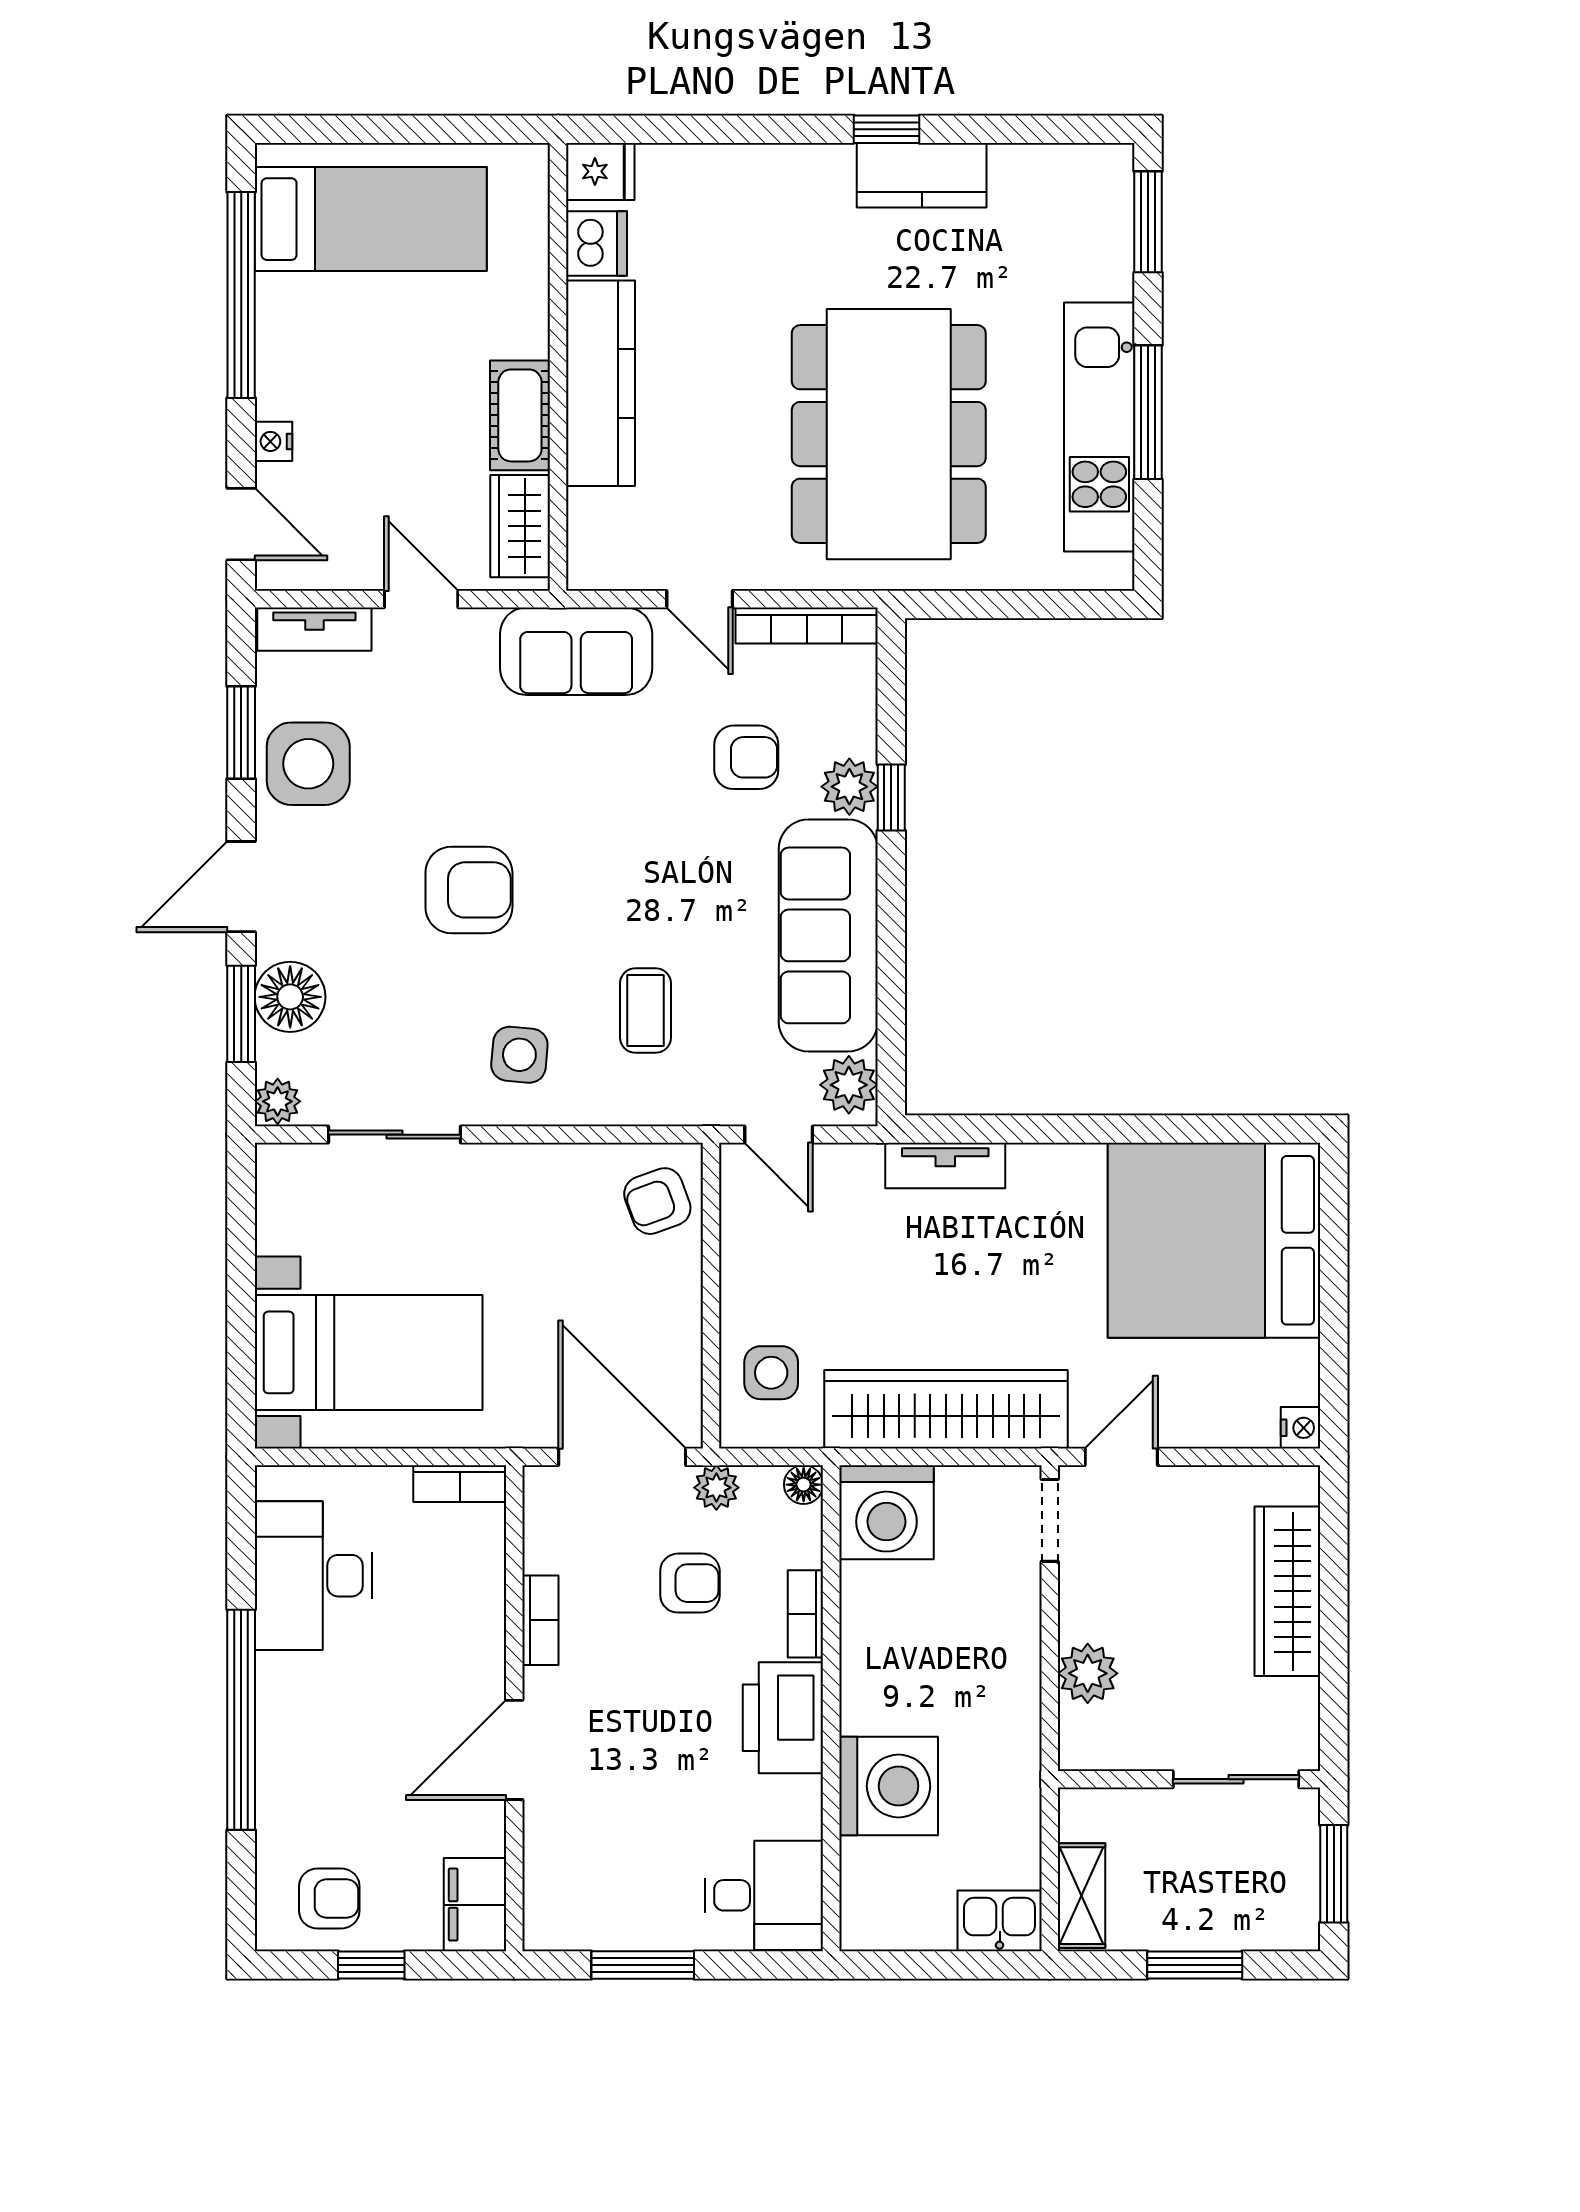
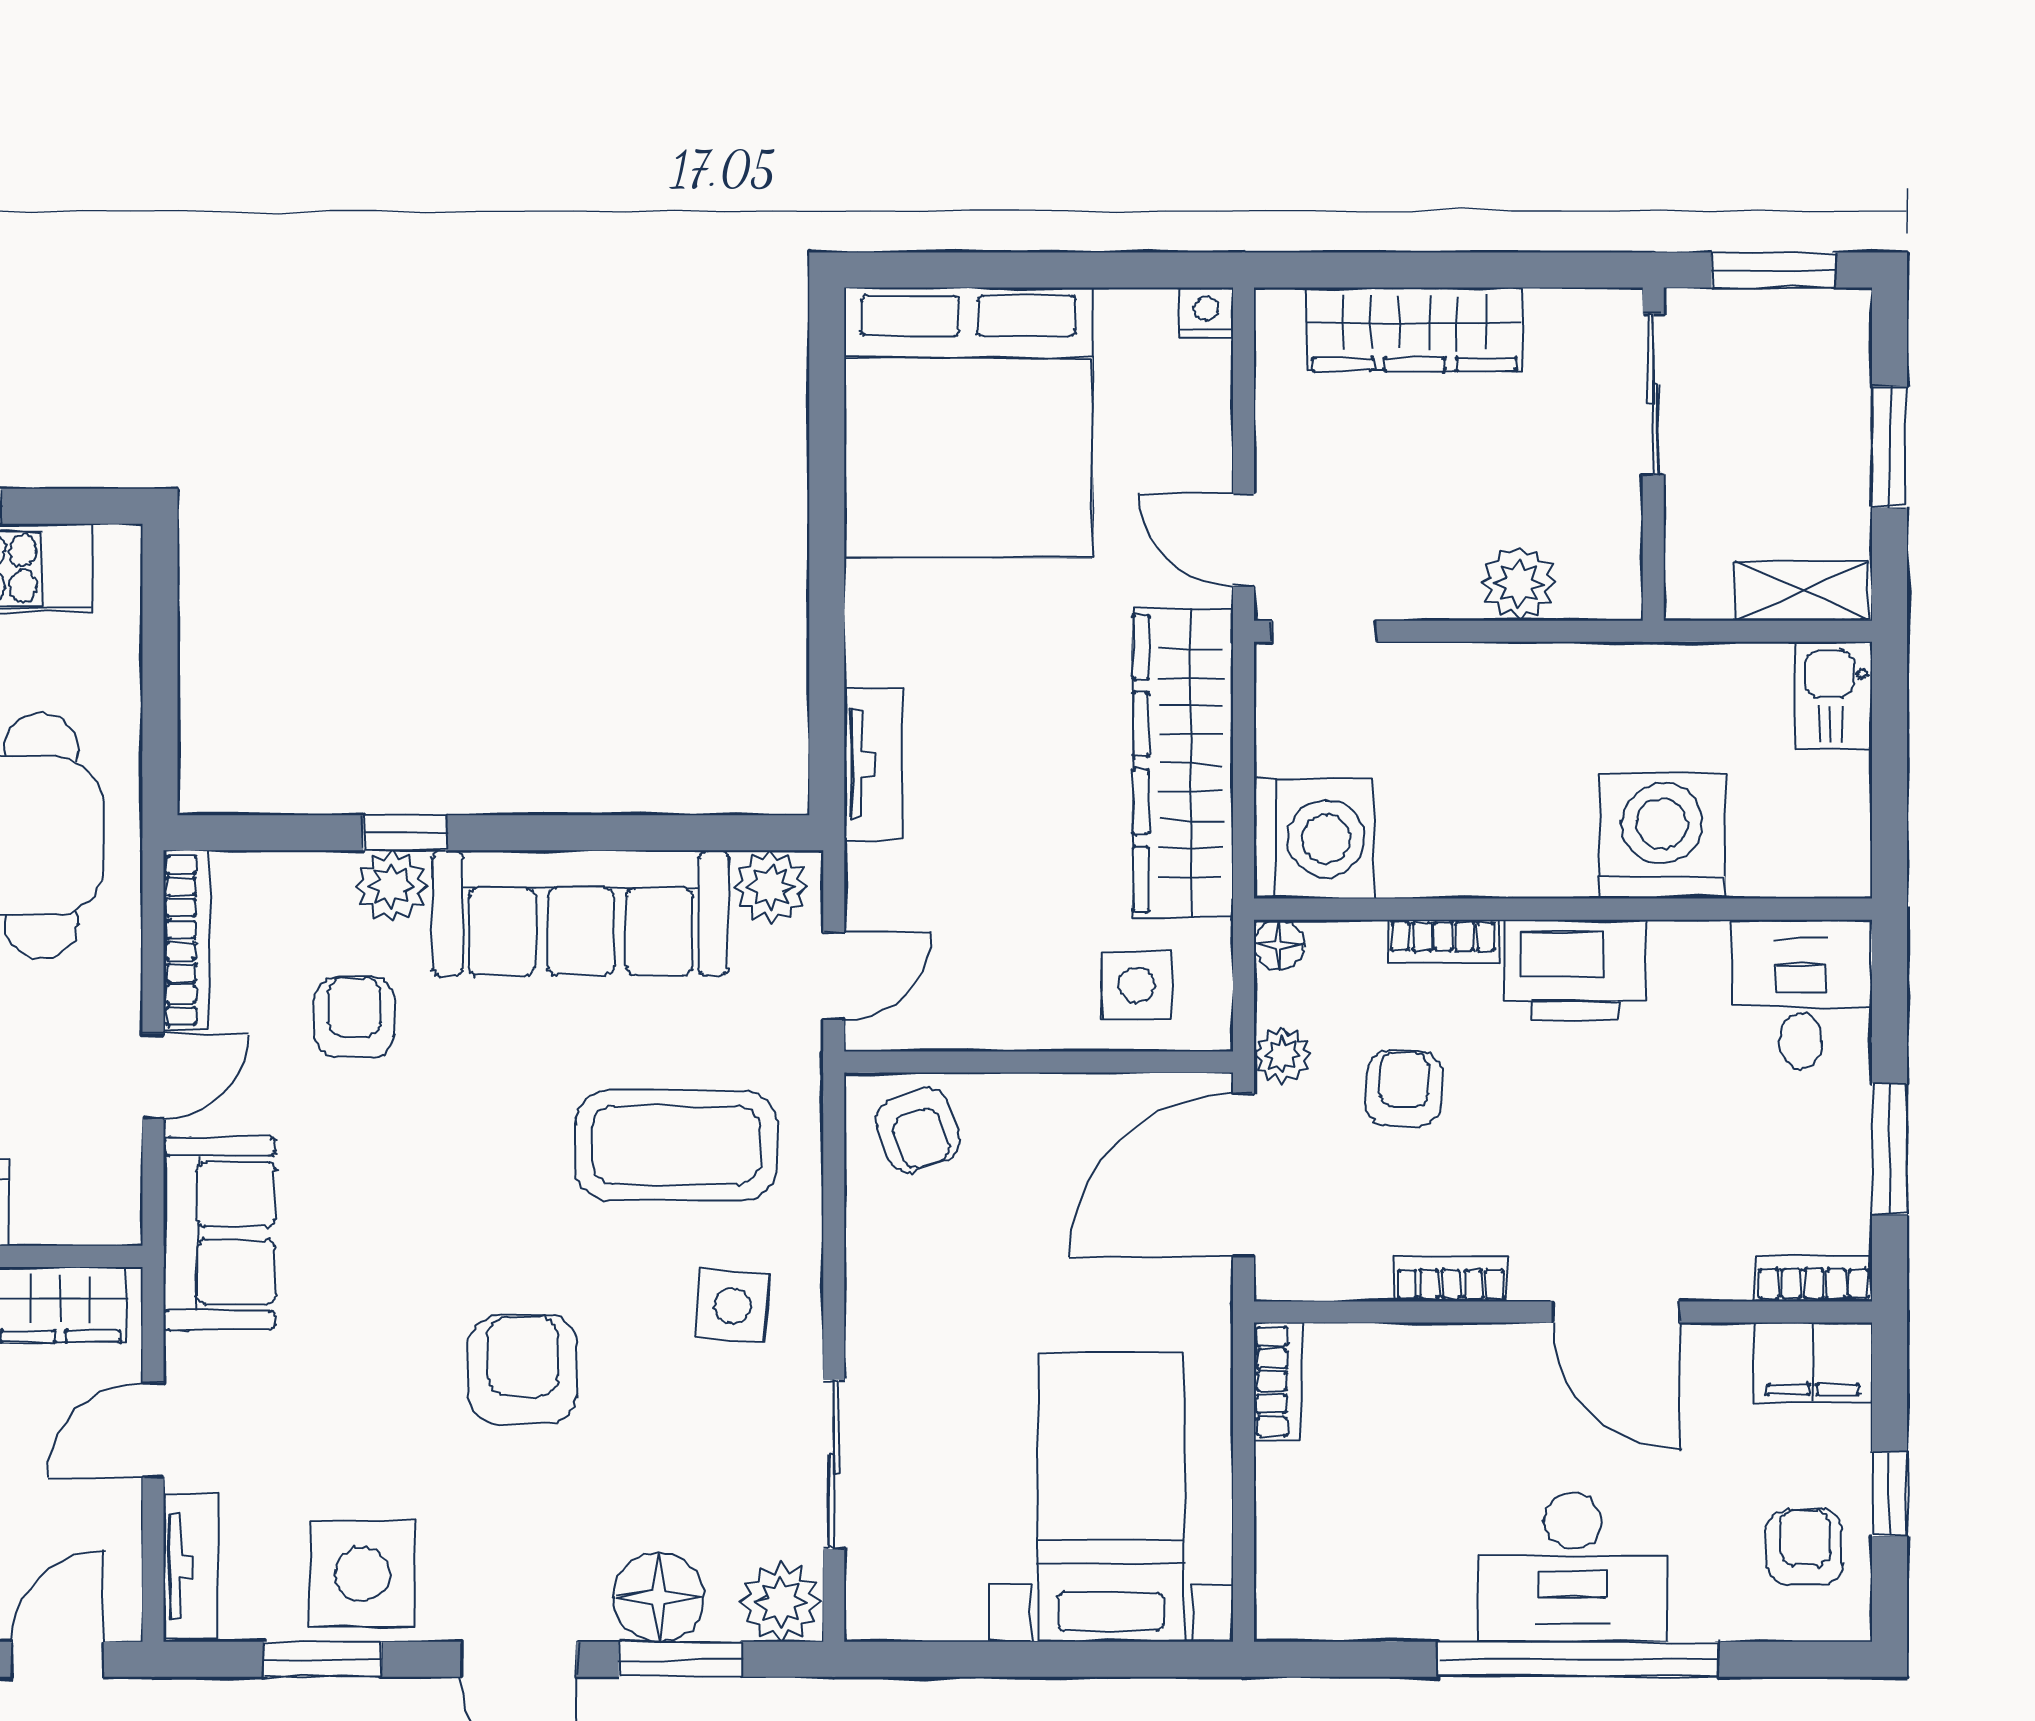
coffee table: (645, 1010) -> (676, 1145), width x1.86, depth x1.72
plant: (278, 1101) -> (781, 1602), width x1.38, depth x1.38
desk: (313, 1576) -> (1573, 1567), moved
bookcase: (541, 1905) -> (1814, 1278), added

